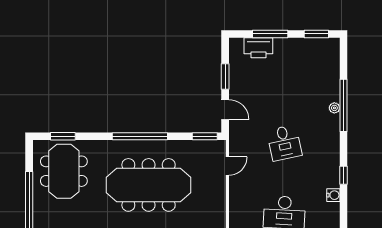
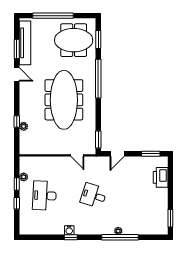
window: (270, 34) -> (170, 186), removed
window: (225, 76) -> (151, 154), moved
window: (140, 136) -> (98, 79), moved
desk: (284, 143) -> (94, 196), turned 30
water cooler: (333, 195) -> (69, 230), moved

